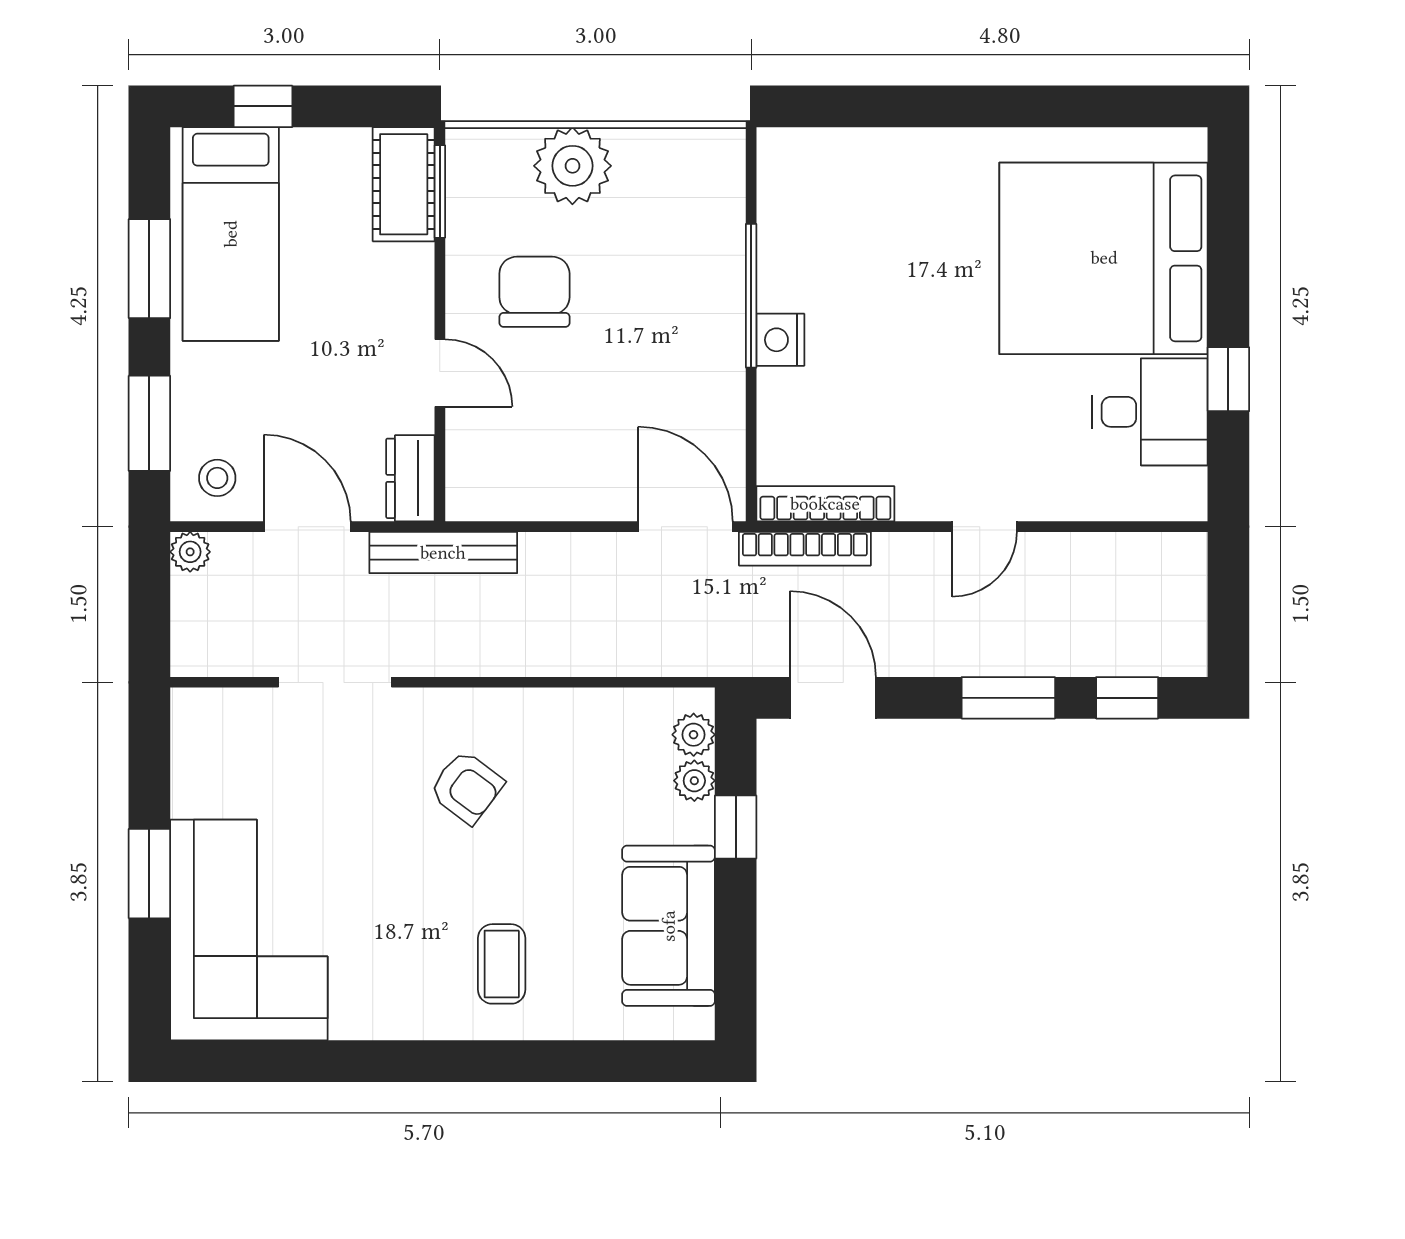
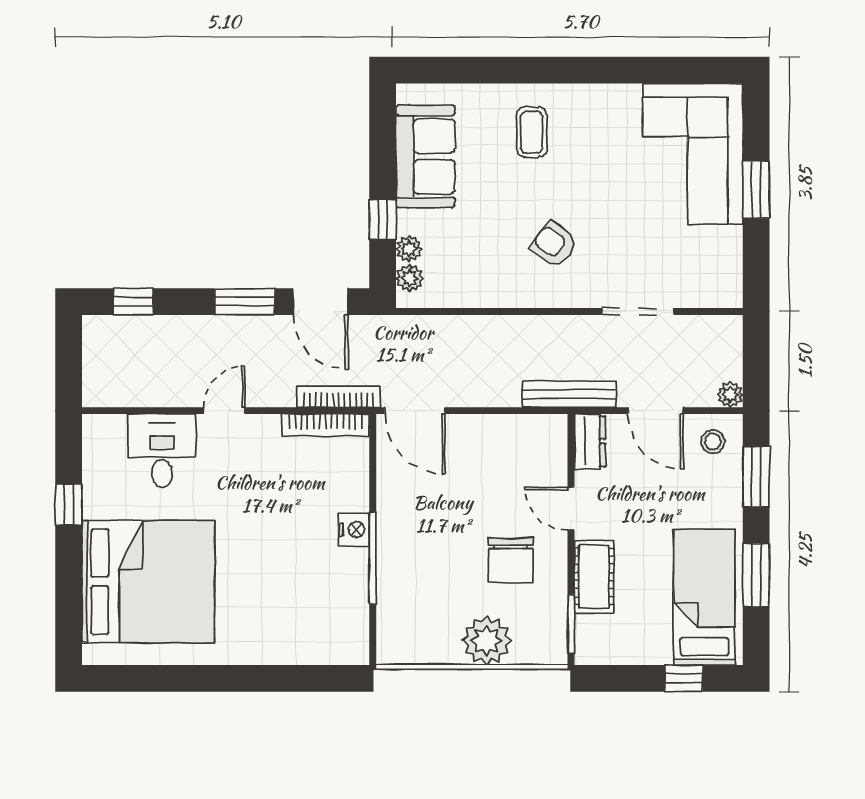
cot: (404, 184) -> (594, 577), moved
desk: (1150, 412) -> (162, 451), moved, turned 90
window: (1008, 698) -> (245, 302), moved

